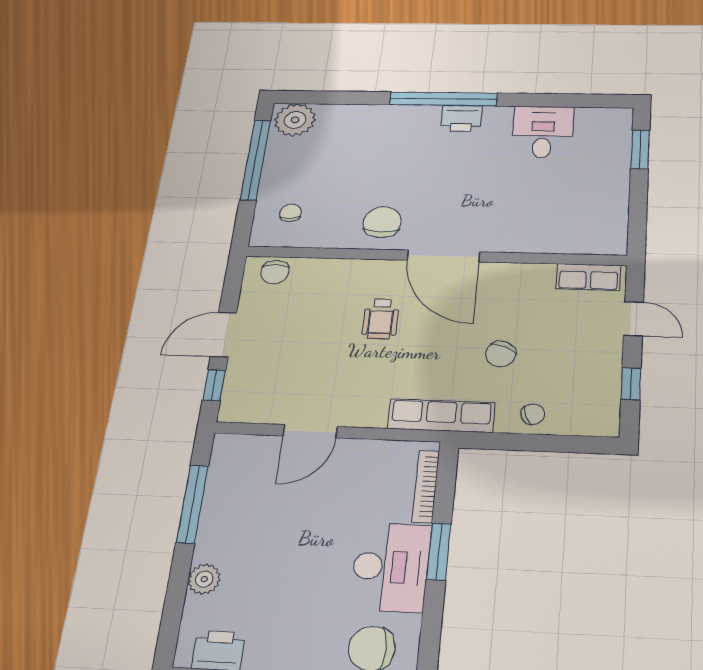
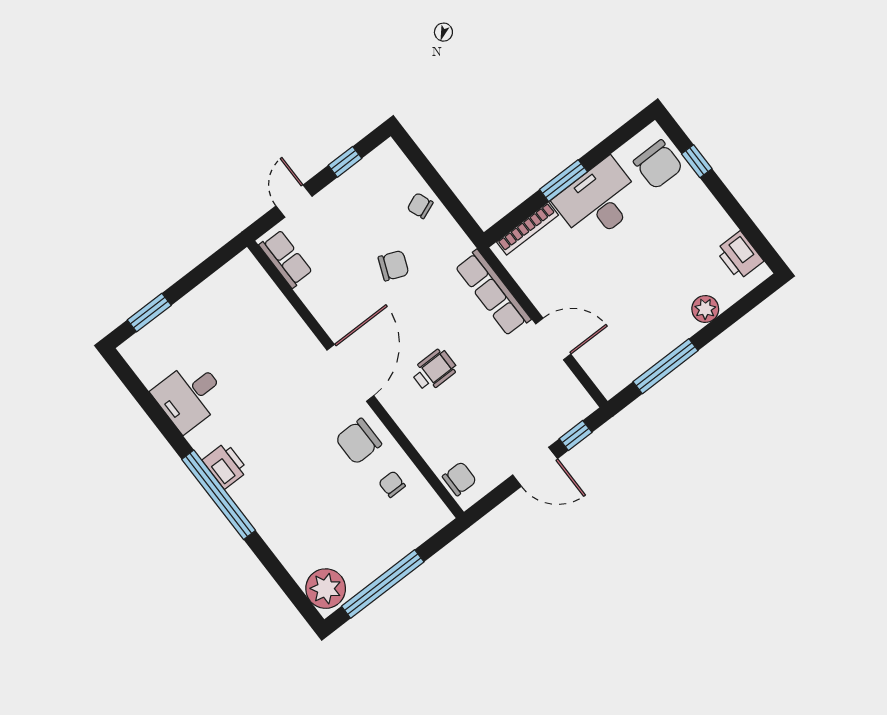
chair: (291, 213) -> (392, 484), moved, turned 94
row of seats: (441, 416) -> (493, 293), moved

